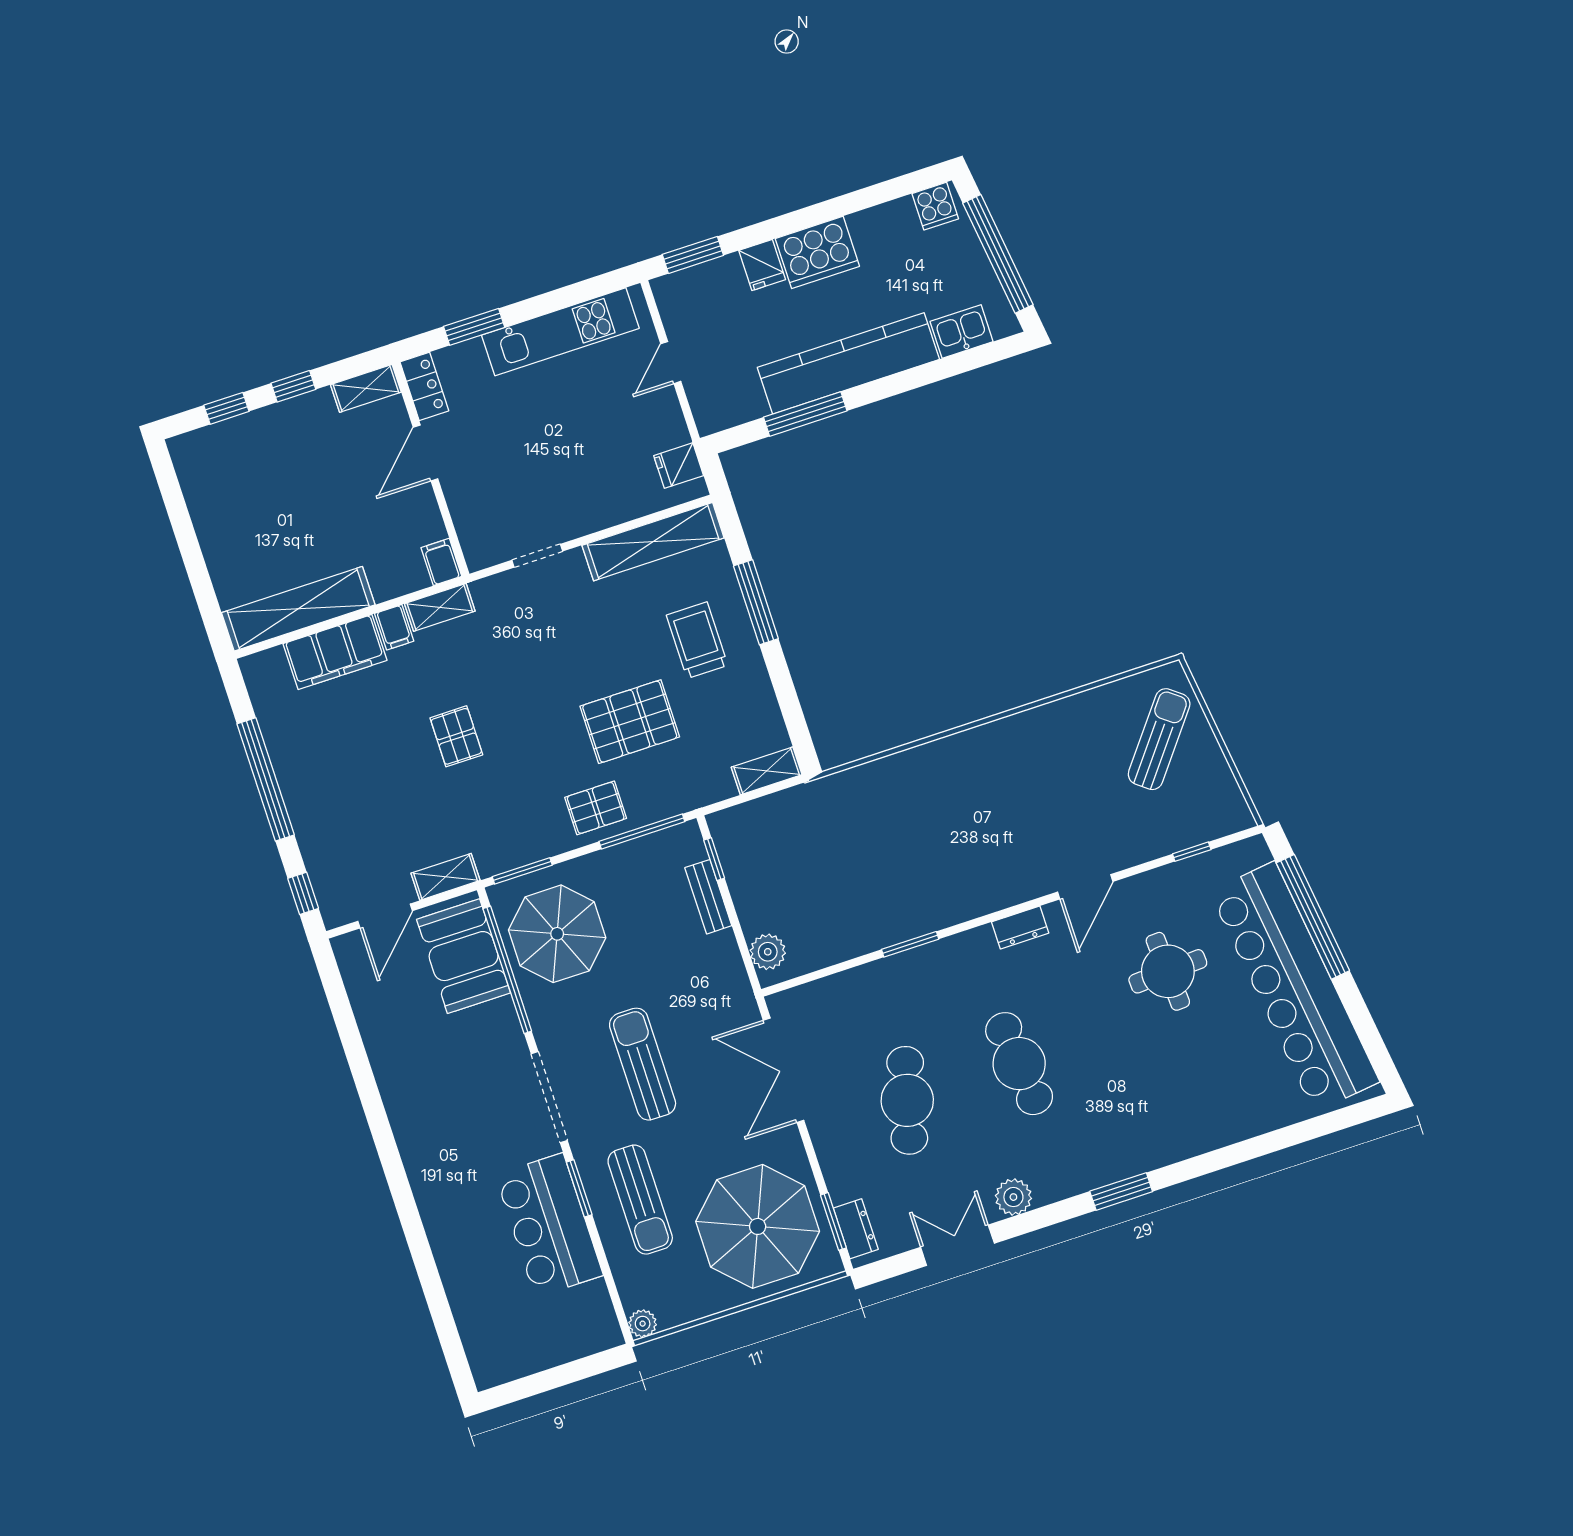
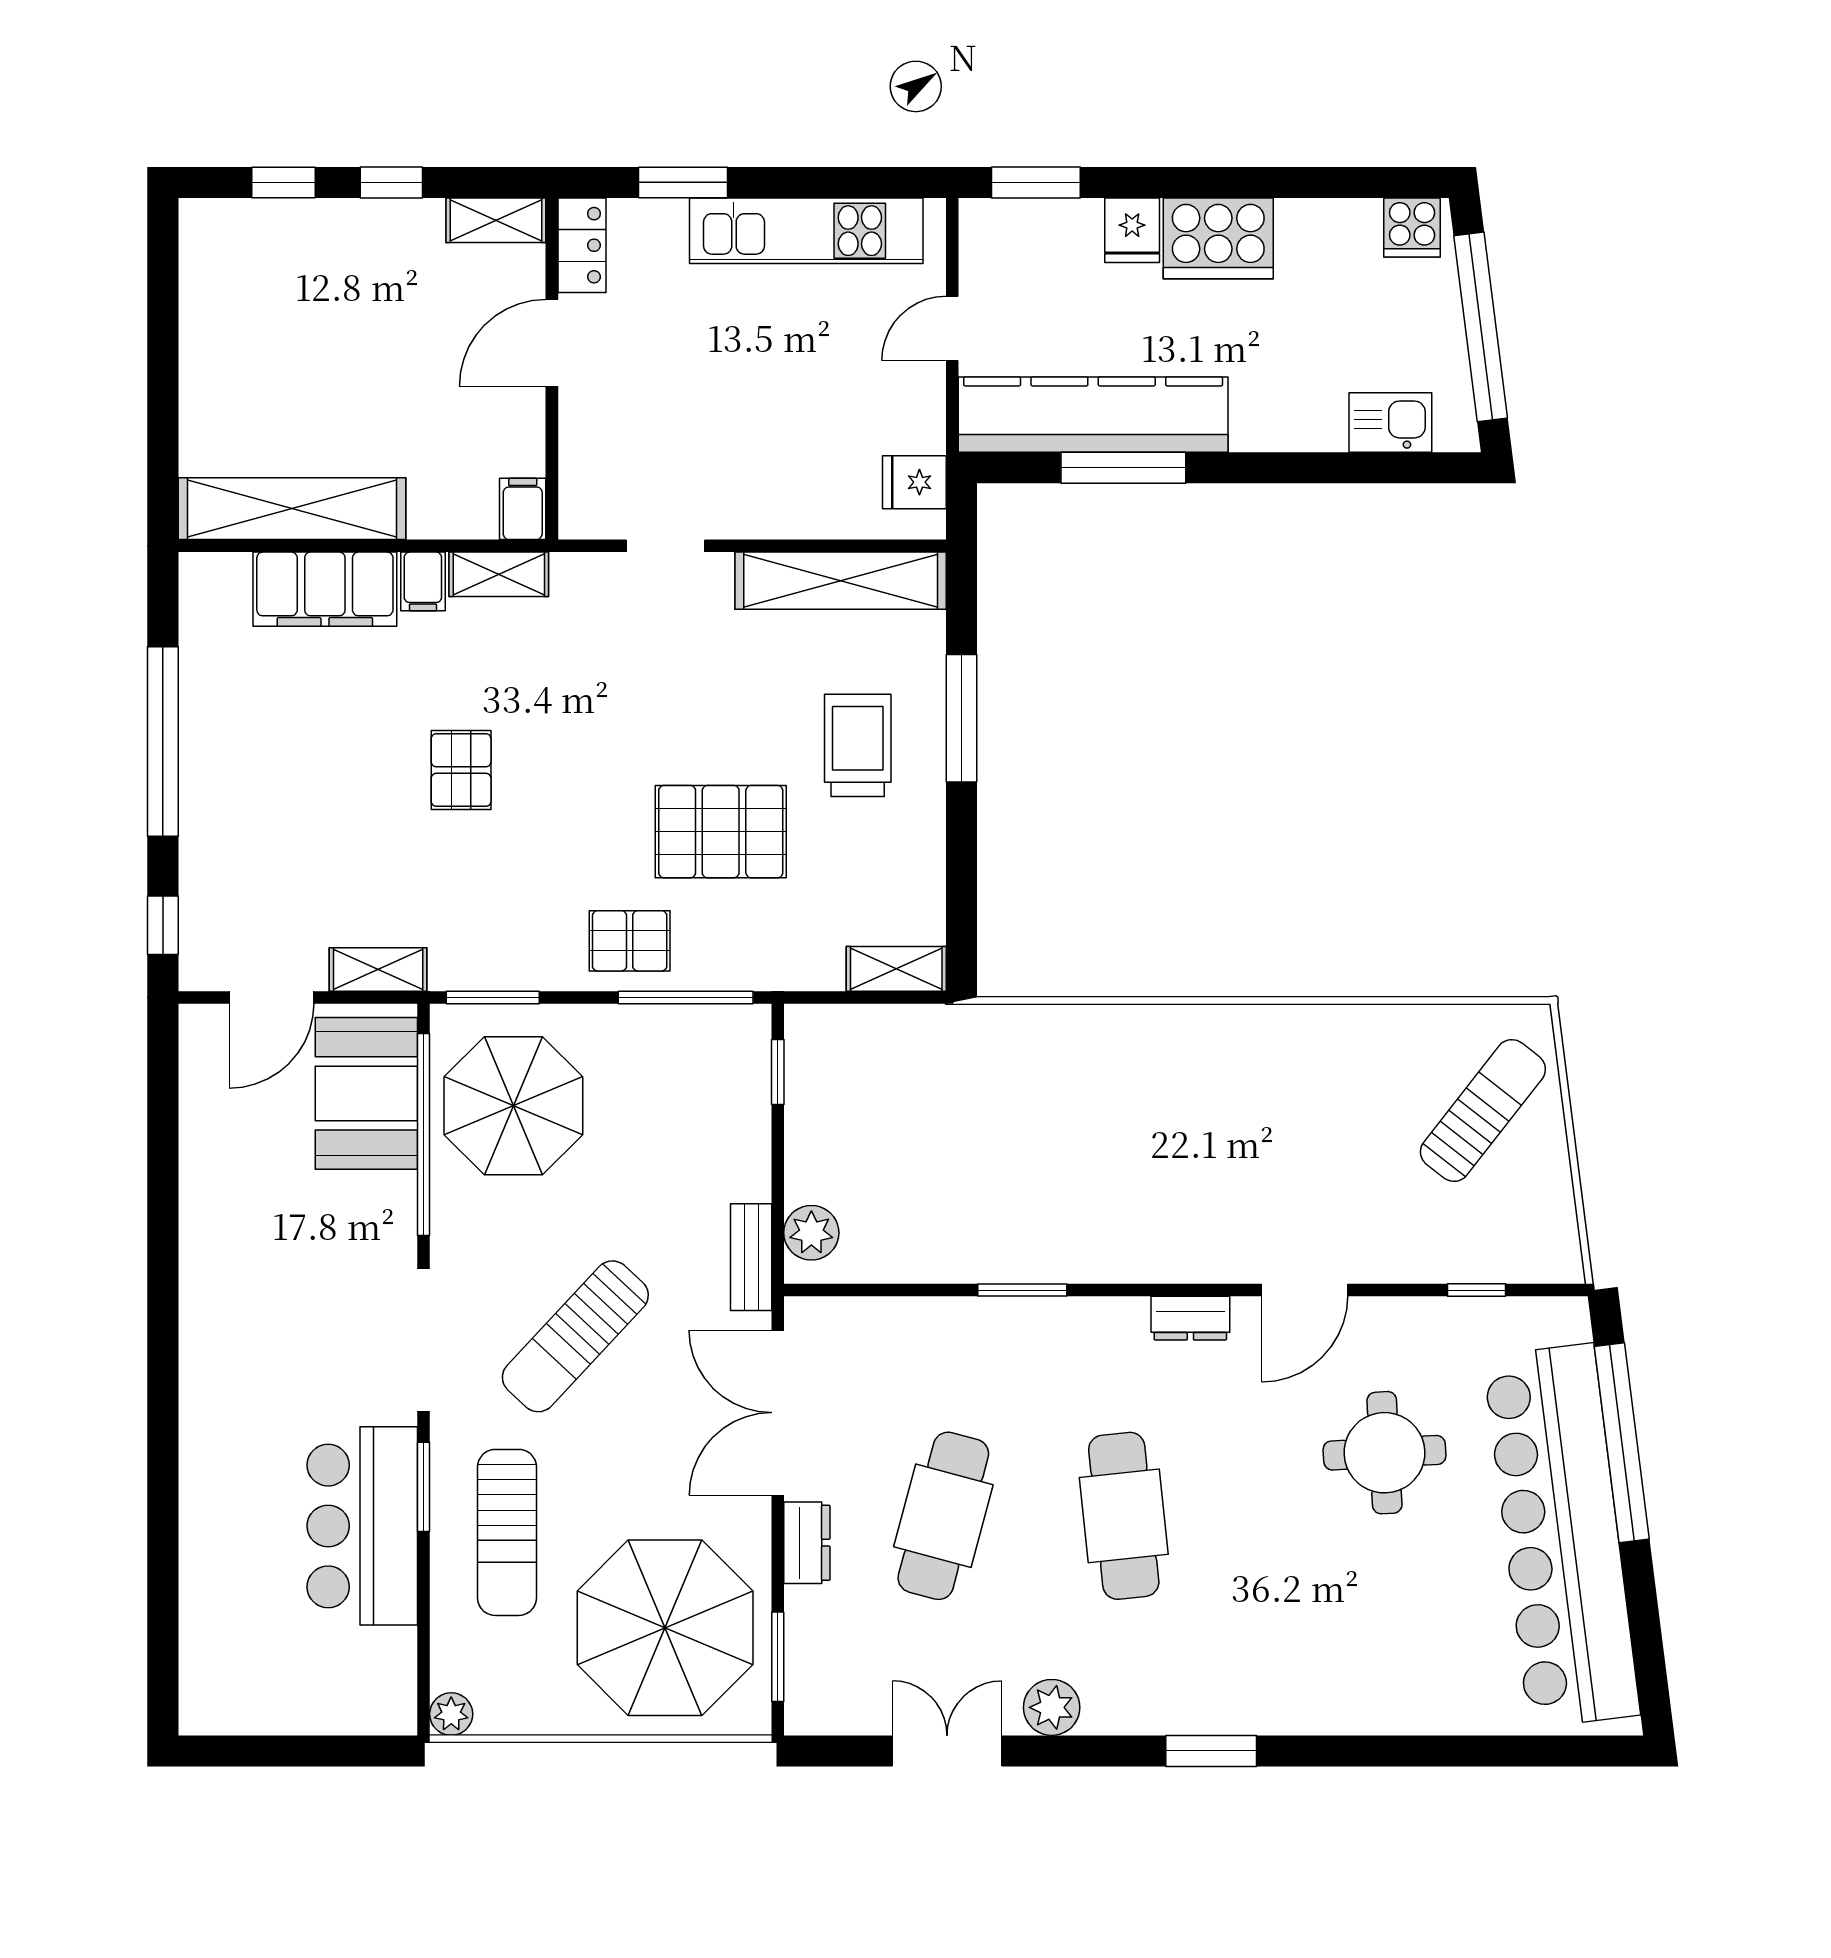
kitchen counter: (848, 363) -> (1093, 415), moved
bench: (708, 897) -> (751, 1257), moved
sun lounger: (643, 1064) -> (575, 1336), turned -137
dresser: (856, 1229) -> (807, 1543), moved

